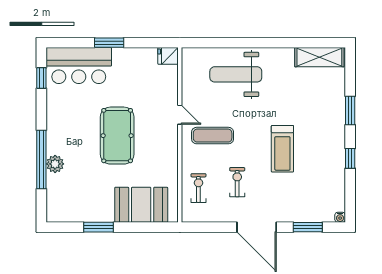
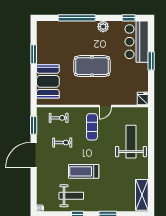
plant: (55, 164) -> (103, 27), moved
weight bench: (321, 168) -> (71, 196), added
window: (308, 227) -> (34, 125), moved

